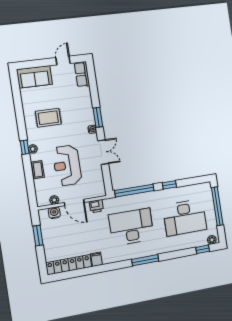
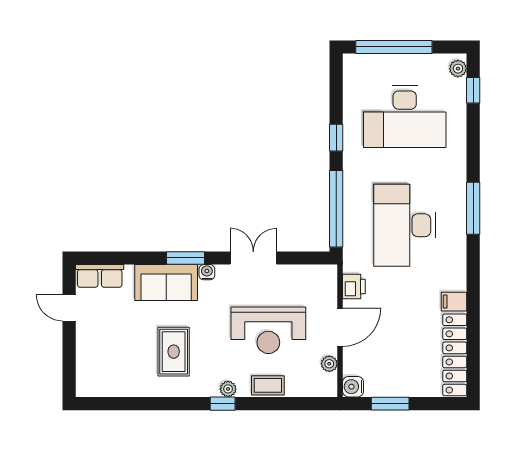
sofa: (34, 77) -> (166, 283), moved, turned 90
water cooler: (54, 213) -> (353, 387), moved
desk: (185, 217) -> (405, 117), turned 90

